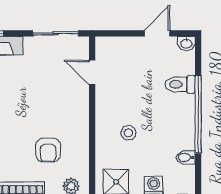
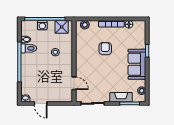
door: (157, 33) -> (41, 103), hinge flipped
toilet: (180, 84) -> (29, 48), moved
armchair: (48, 150) -> (105, 49), moved

